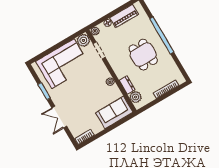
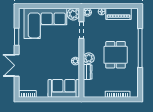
plant: (136, 97) -> (89, 58), moved

